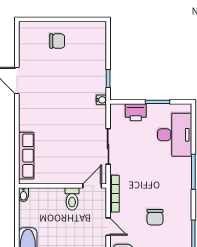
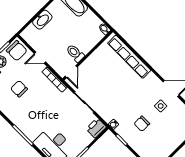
chair: (57, 41) -> (142, 124), moved
side table: (42, 74) -> (161, 106), added
printer: (136, 112) -> (96, 128), moved
row of seats: (26, 156) -> (129, 57), width x1.36

